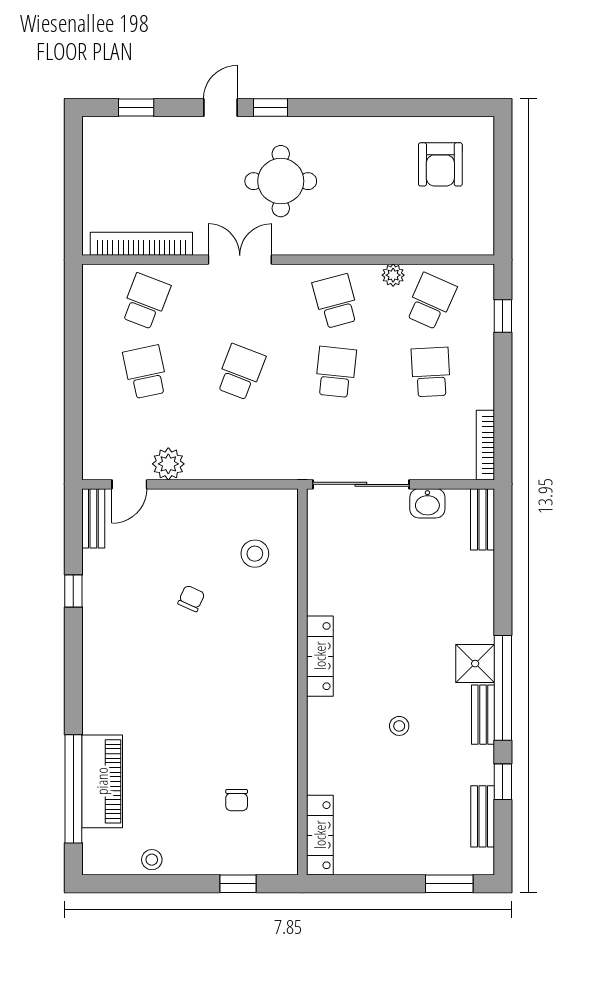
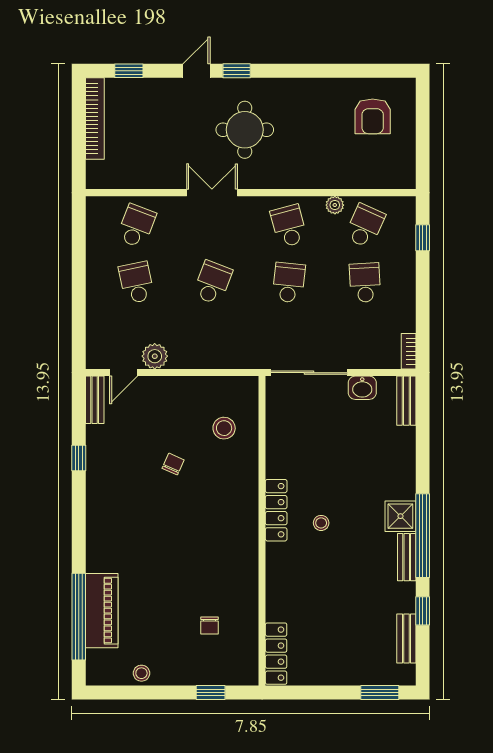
bookcase: (141, 244) -> (95, 118), moved, turned 90
bookcase: (485, 445) -> (409, 351), width x0.64
stool: (399, 726) -> (321, 523), moved

